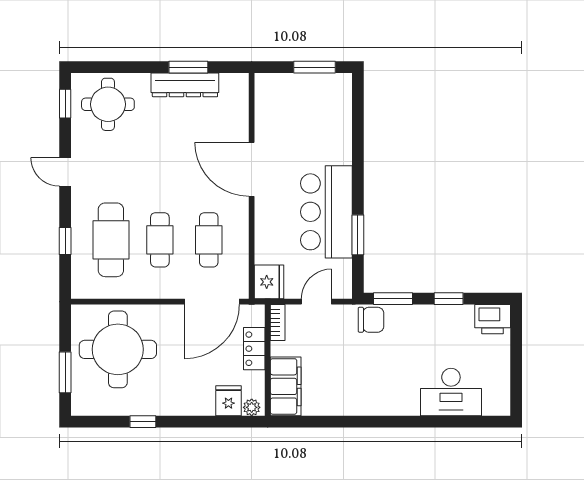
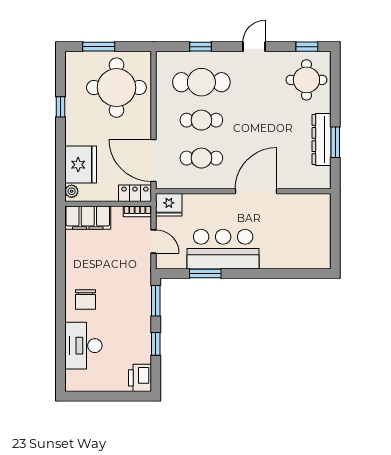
window: (315, 67) -> (335, 240), removed
chair: (371, 320) -> (85, 300), moved
locker: (254, 349) -> (135, 193), moved
fridge: (228, 401) -> (81, 165), width x1.88, depth x1.34

